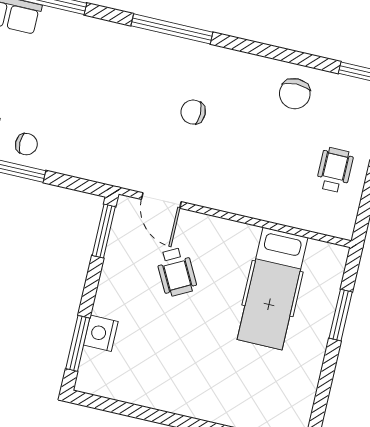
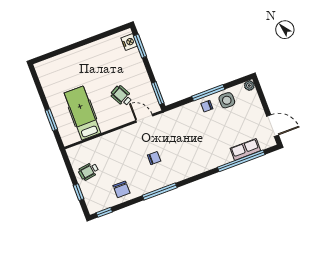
window: (172, 29) -> (160, 191), moved
chair: (295, 94) -> (122, 189), turned 180
wheelchair: (335, 170) -> (89, 171), turned 82
nightstand: (101, 333) -> (129, 42), moved

